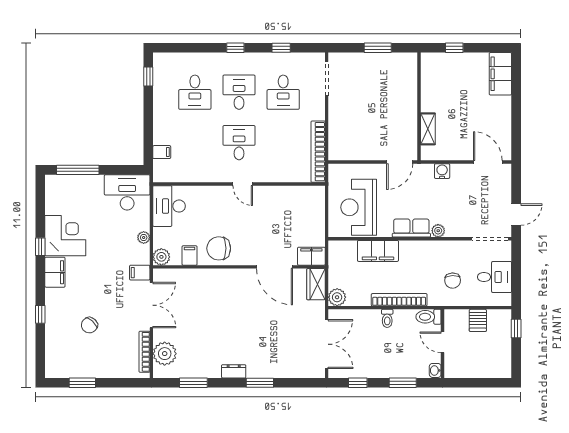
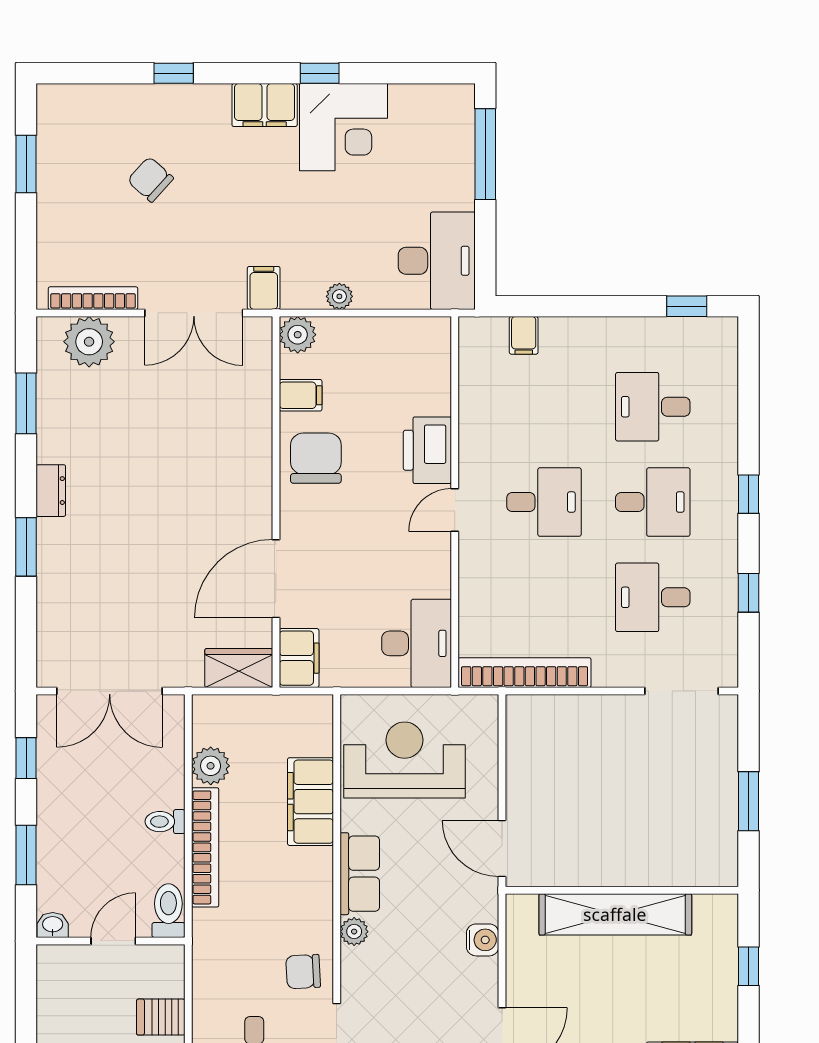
shelving: (428, 129) -> (615, 914), width x2.20, depth x1.33
printer: (215, 197) -> (427, 450), added
desk: (169, 206) -> (417, 643), moved, turned 90
chair: (453, 281) -> (303, 972), moved
plant: (337, 297) -> (211, 766), moved

